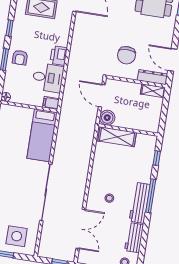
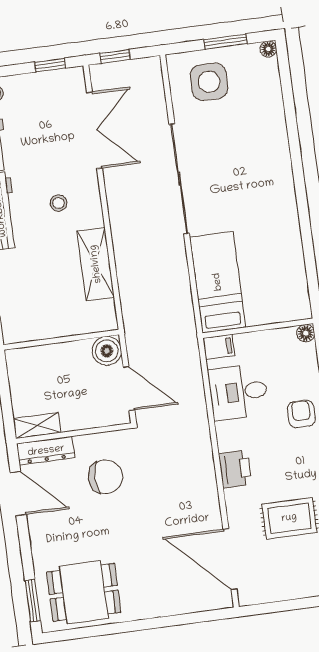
printer: (59, 55) -> (235, 469), moved
chair: (127, 55) -> (105, 477), turned 90
shelving: (117, 137) -> (96, 264), moved, turned 90
double door: (81, 229) -> (94, 130), swing flipped

